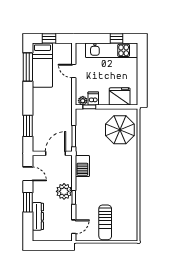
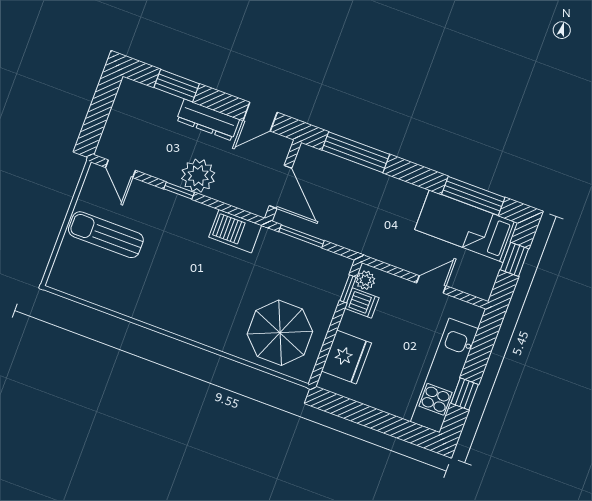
window: (28, 126) -> (356, 152), width x1.44
window: (28, 202) -> (177, 86), moved
dresser: (38, 216) -> (208, 120), moved

